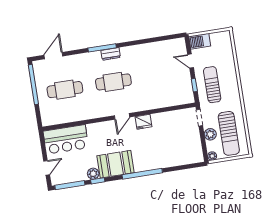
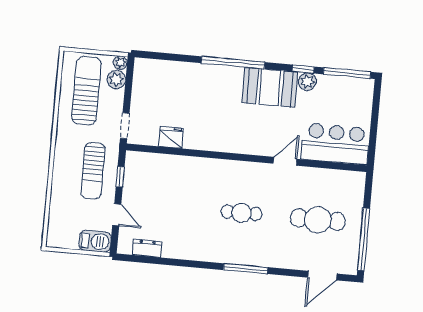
dresser: (111, 54) -> (147, 248), moved
cafe table: (113, 82) -> (241, 213), width x0.73, depth x0.74
door: (122, 116) -> (285, 161), moved
fridge: (143, 122) -> (171, 137), moved
plant: (210, 134) -> (116, 80), moved
door: (47, 168) -> (376, 108), removed

